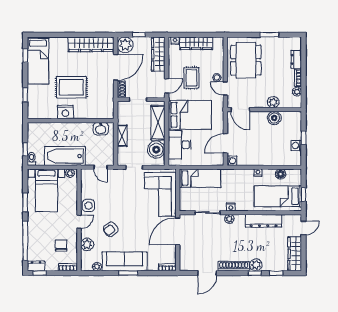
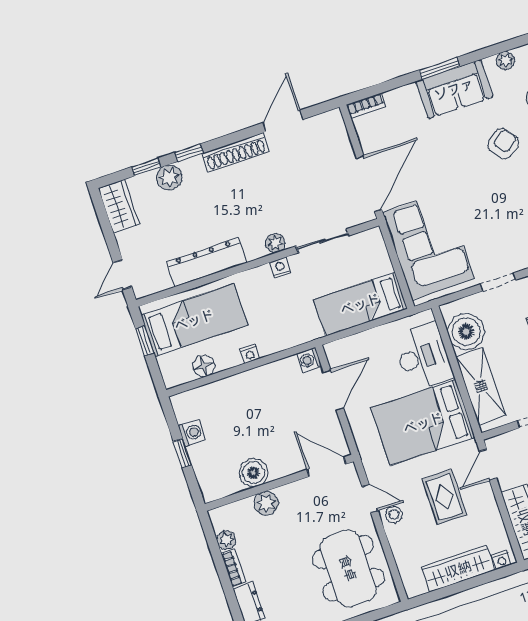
wardrobe: (295, 254) -> (119, 206), width x0.67
sofa: (125, 261) -> (454, 89), width x0.73
plant: (256, 265) -> (169, 178), moved

